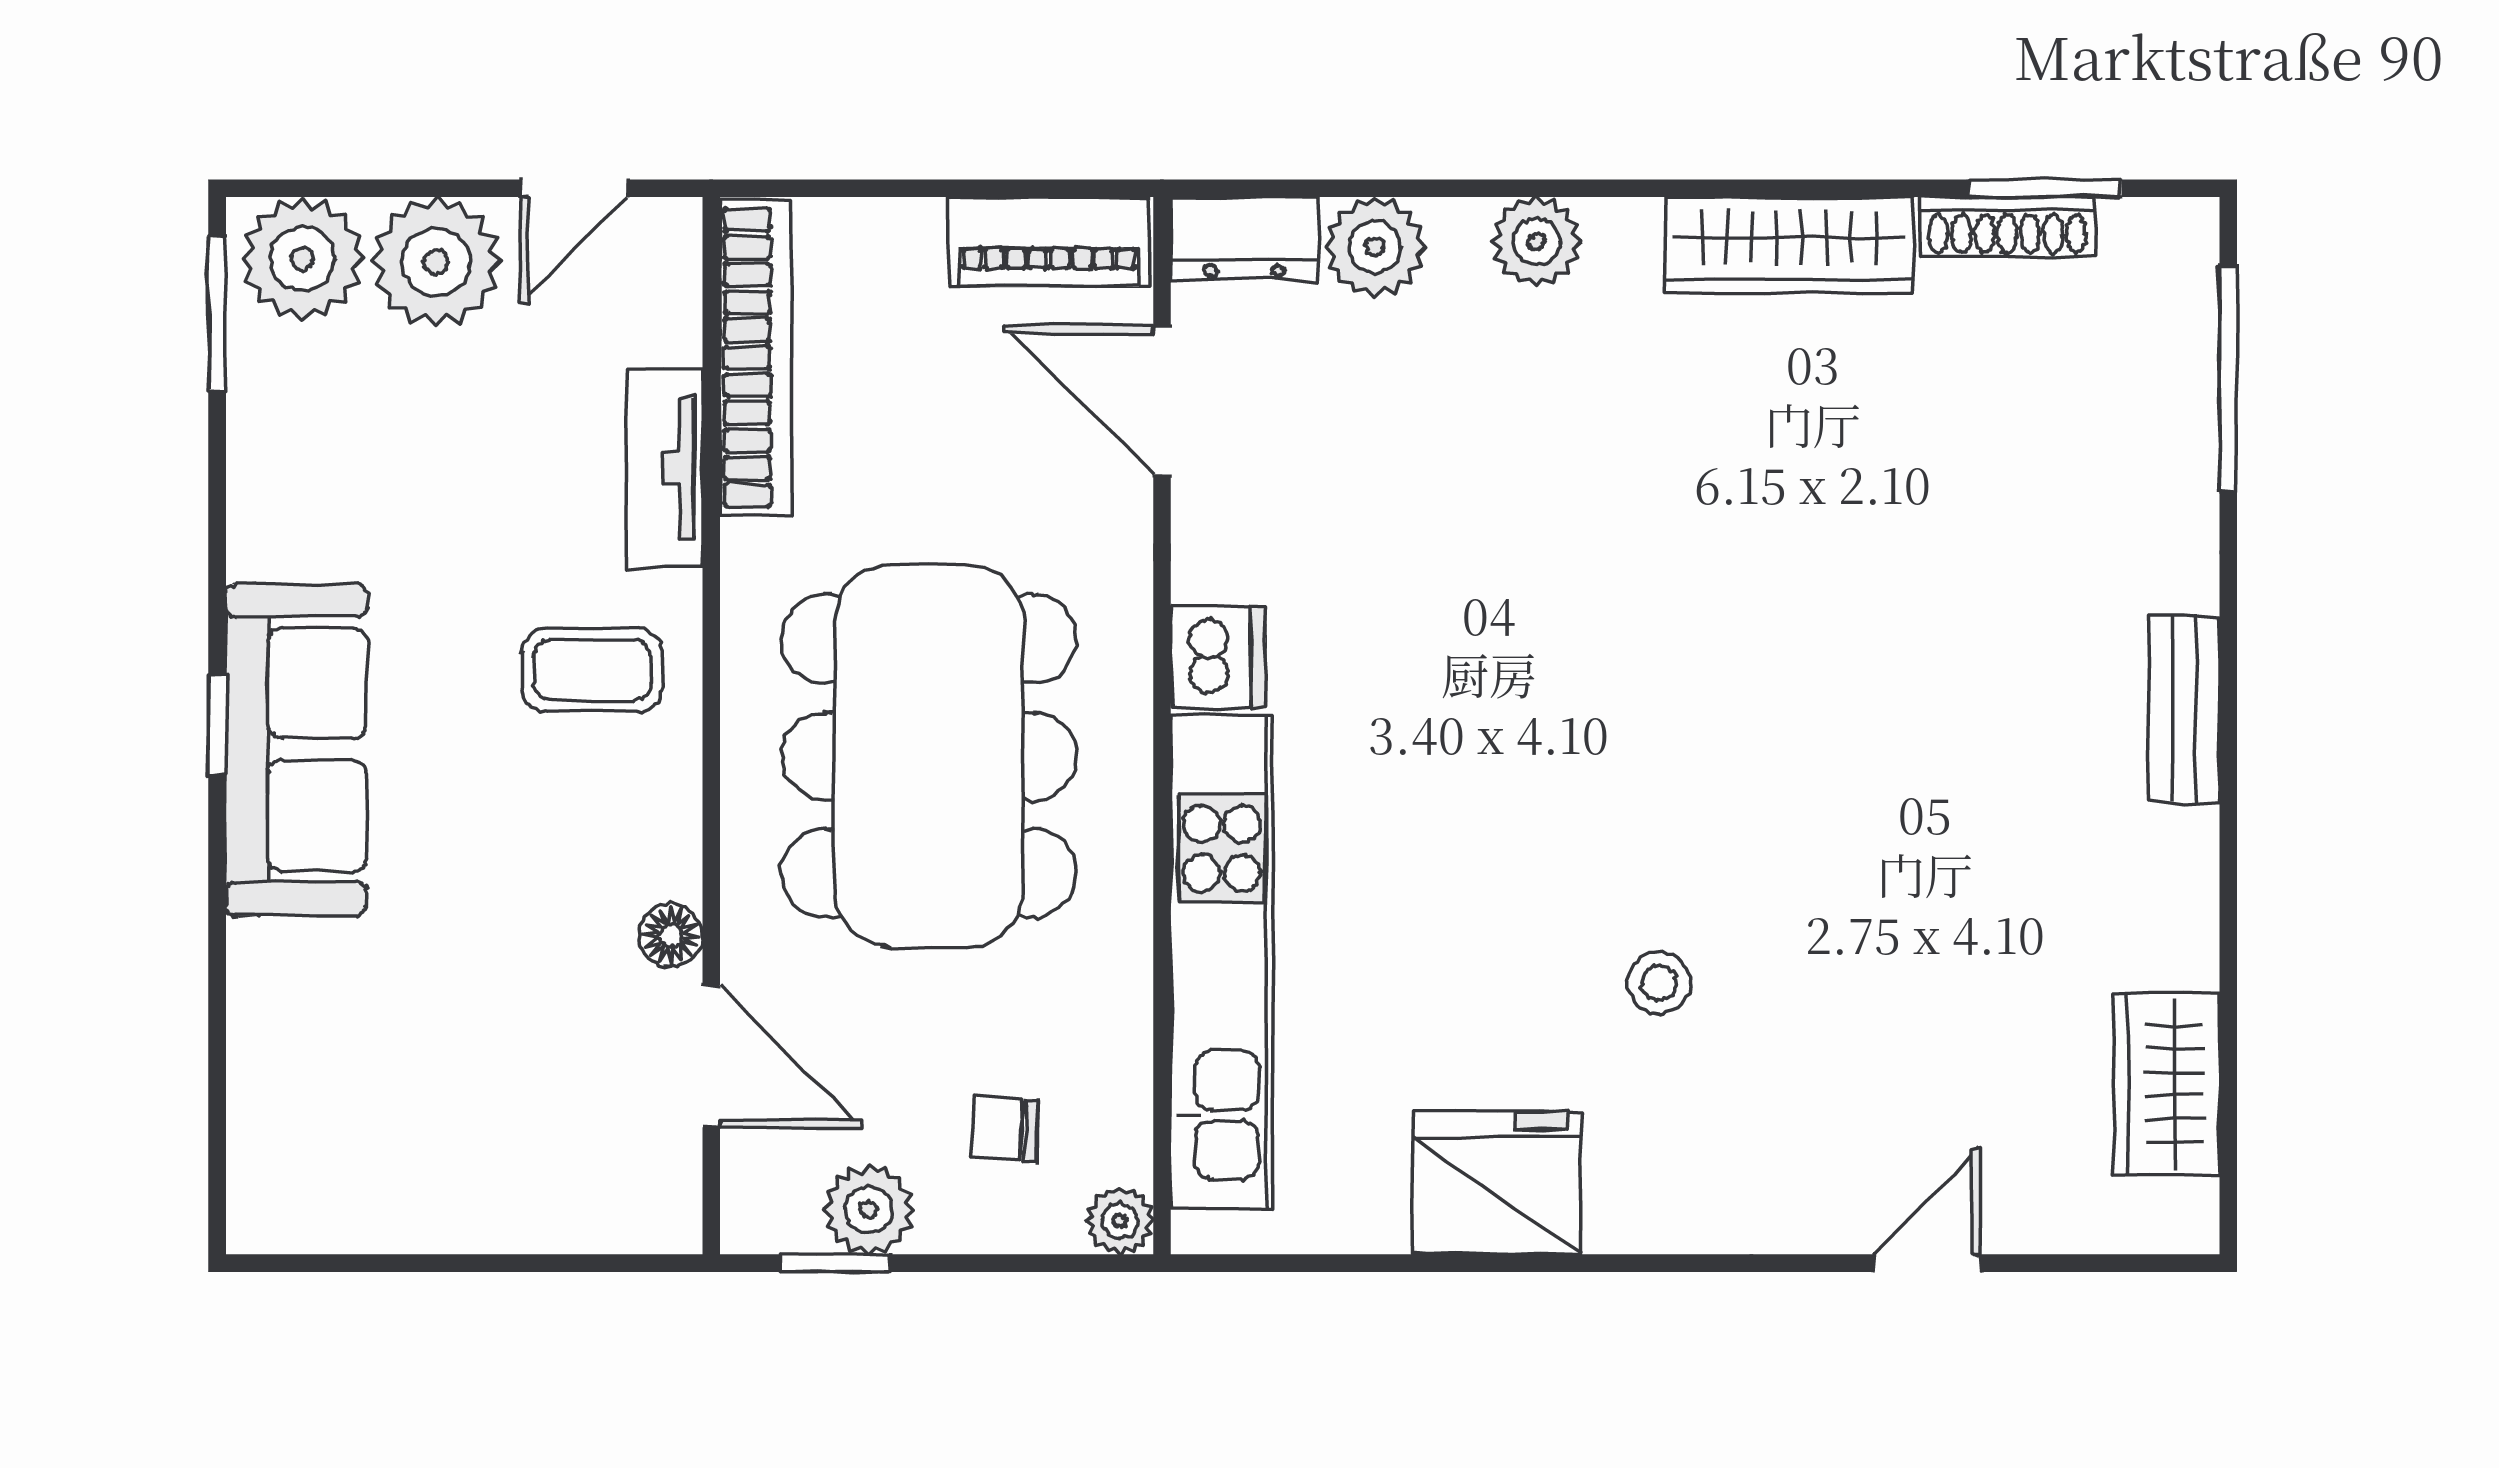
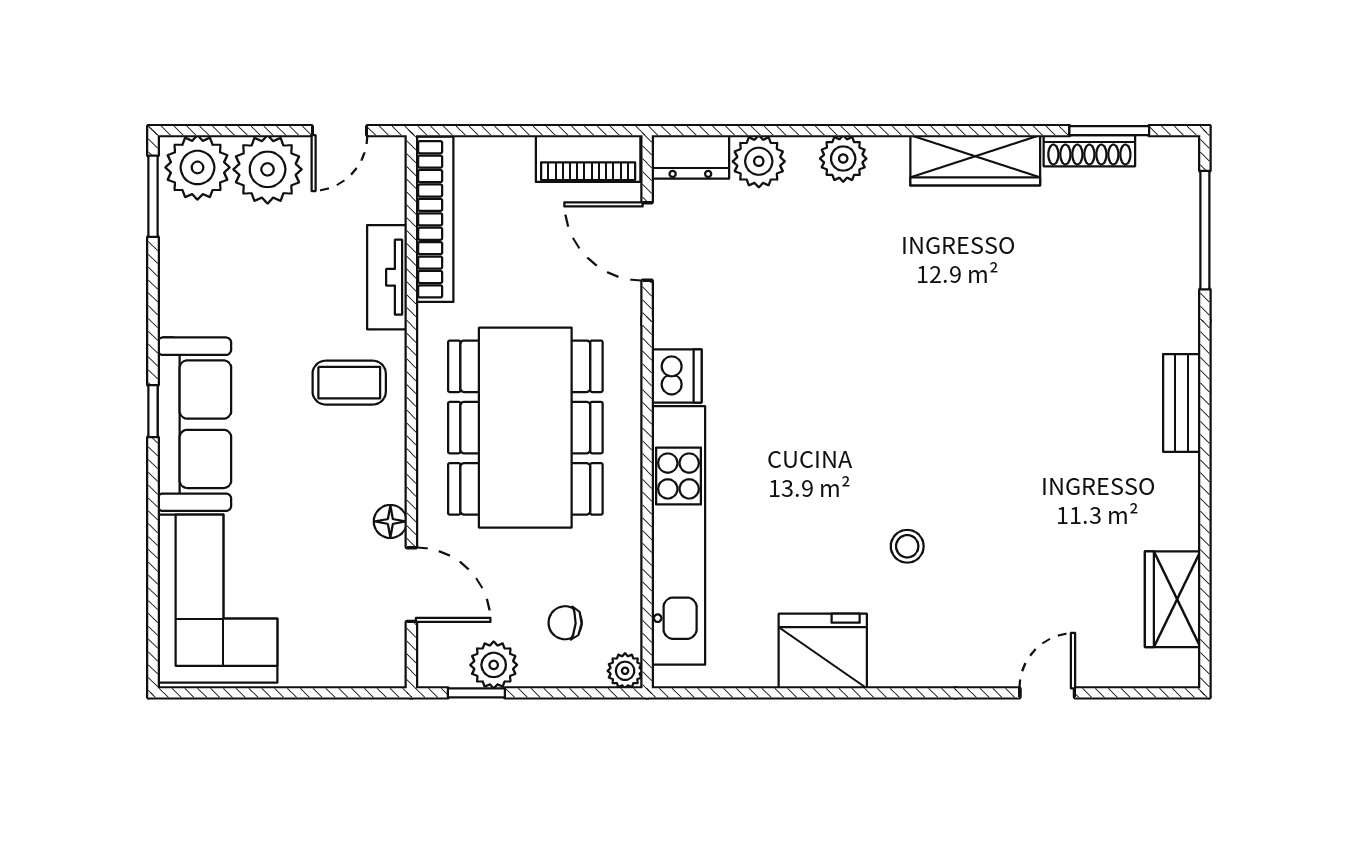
corner sofa: (340, 1083) -> (217, 599), added

